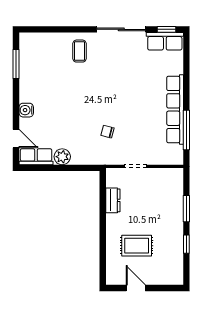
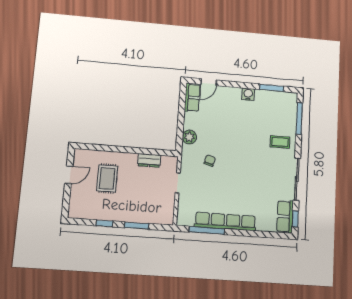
window: (50, 29) -> (299, 118), added
water cooler: (26, 110) -> (248, 94), moved
plant: (62, 157) -> (189, 137), moved

